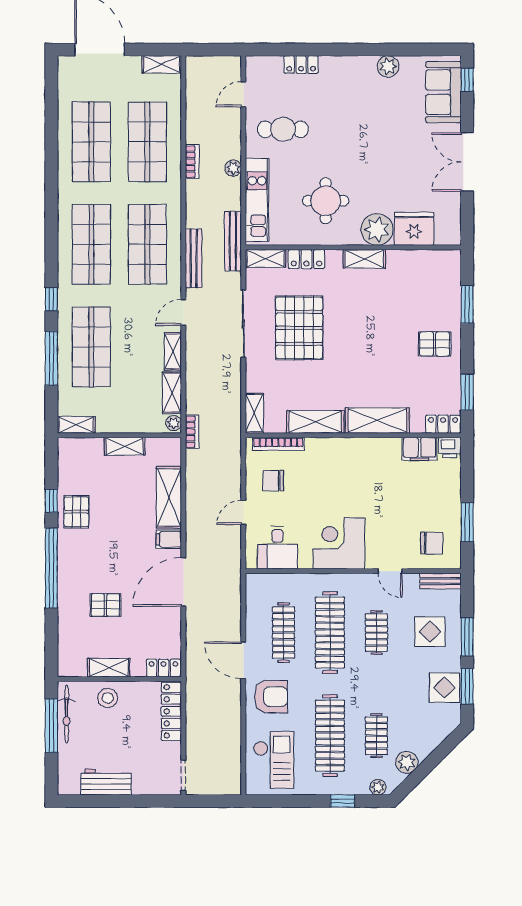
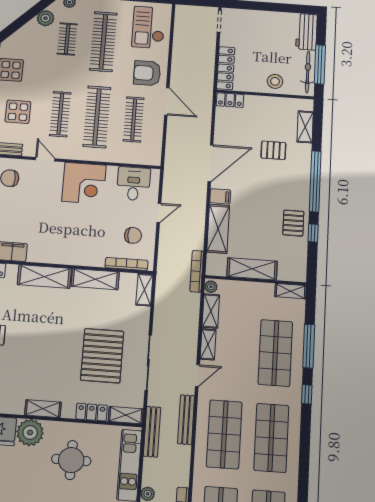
bookcase: (192, 432) -> (197, 271), width x1.56
shelving: (125, 446) -> (252, 269), width x1.50, depth x1.33
clothes rail: (376, 633) -> (60, 114), width x1.36
shelving: (109, 668) -> (305, 127), moved, turned 90
workbench: (106, 782) -> (306, 32), moved, turned 90

